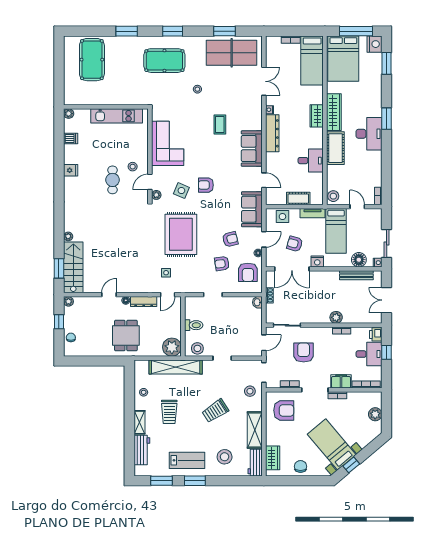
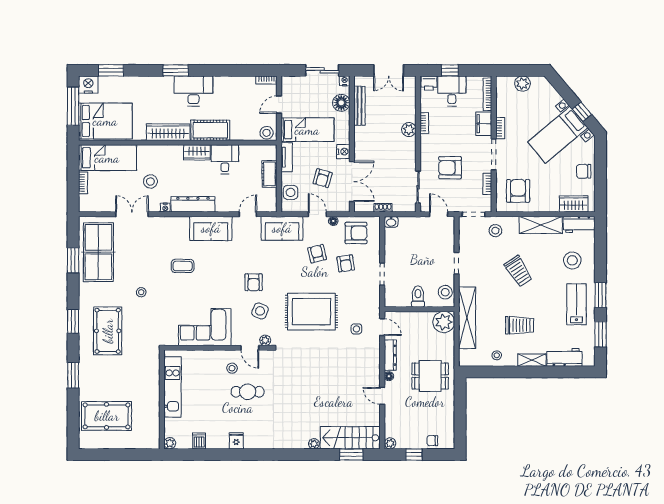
stool: (292, 97) -> (150, 181), added
wardrobe: (317, 116) -> (197, 152), moved

